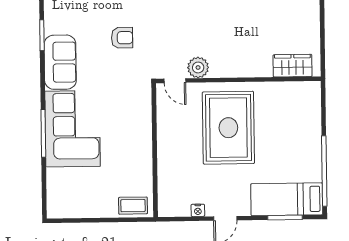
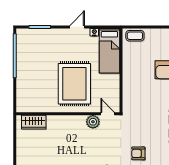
armchair: (122, 38) -> (138, 153), moved
bed: (287, 199) -> (109, 51), moved, turned 90

